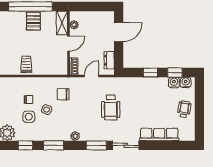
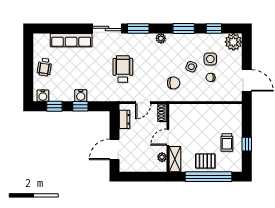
pallet: (33, 21) -> (205, 161), turned 90
trolley: (26, 64) -> (227, 142), moved
water cooler: (174, 83) -> (81, 96), moved

